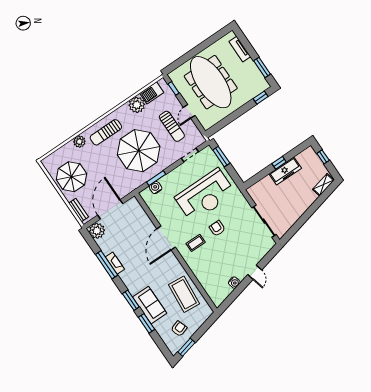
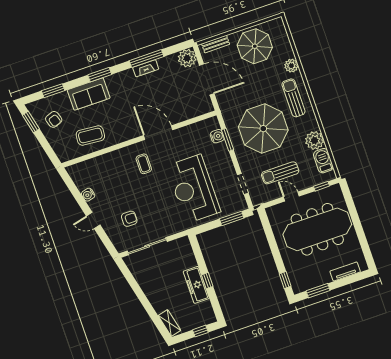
armchair: (217, 228) -> (129, 219), moved
coffee table: (184, 294) -> (90, 135), width x0.73, depth x0.76
window: (147, 323) -> (53, 91), moved

